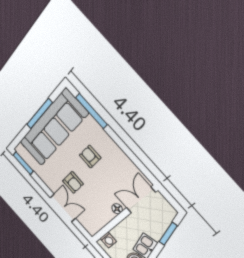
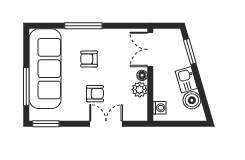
window: (91, 111) -> (83, 26), moved
window: (39, 114) -> (26, 87), moved
plant: (106, 215) -> (140, 90), added

